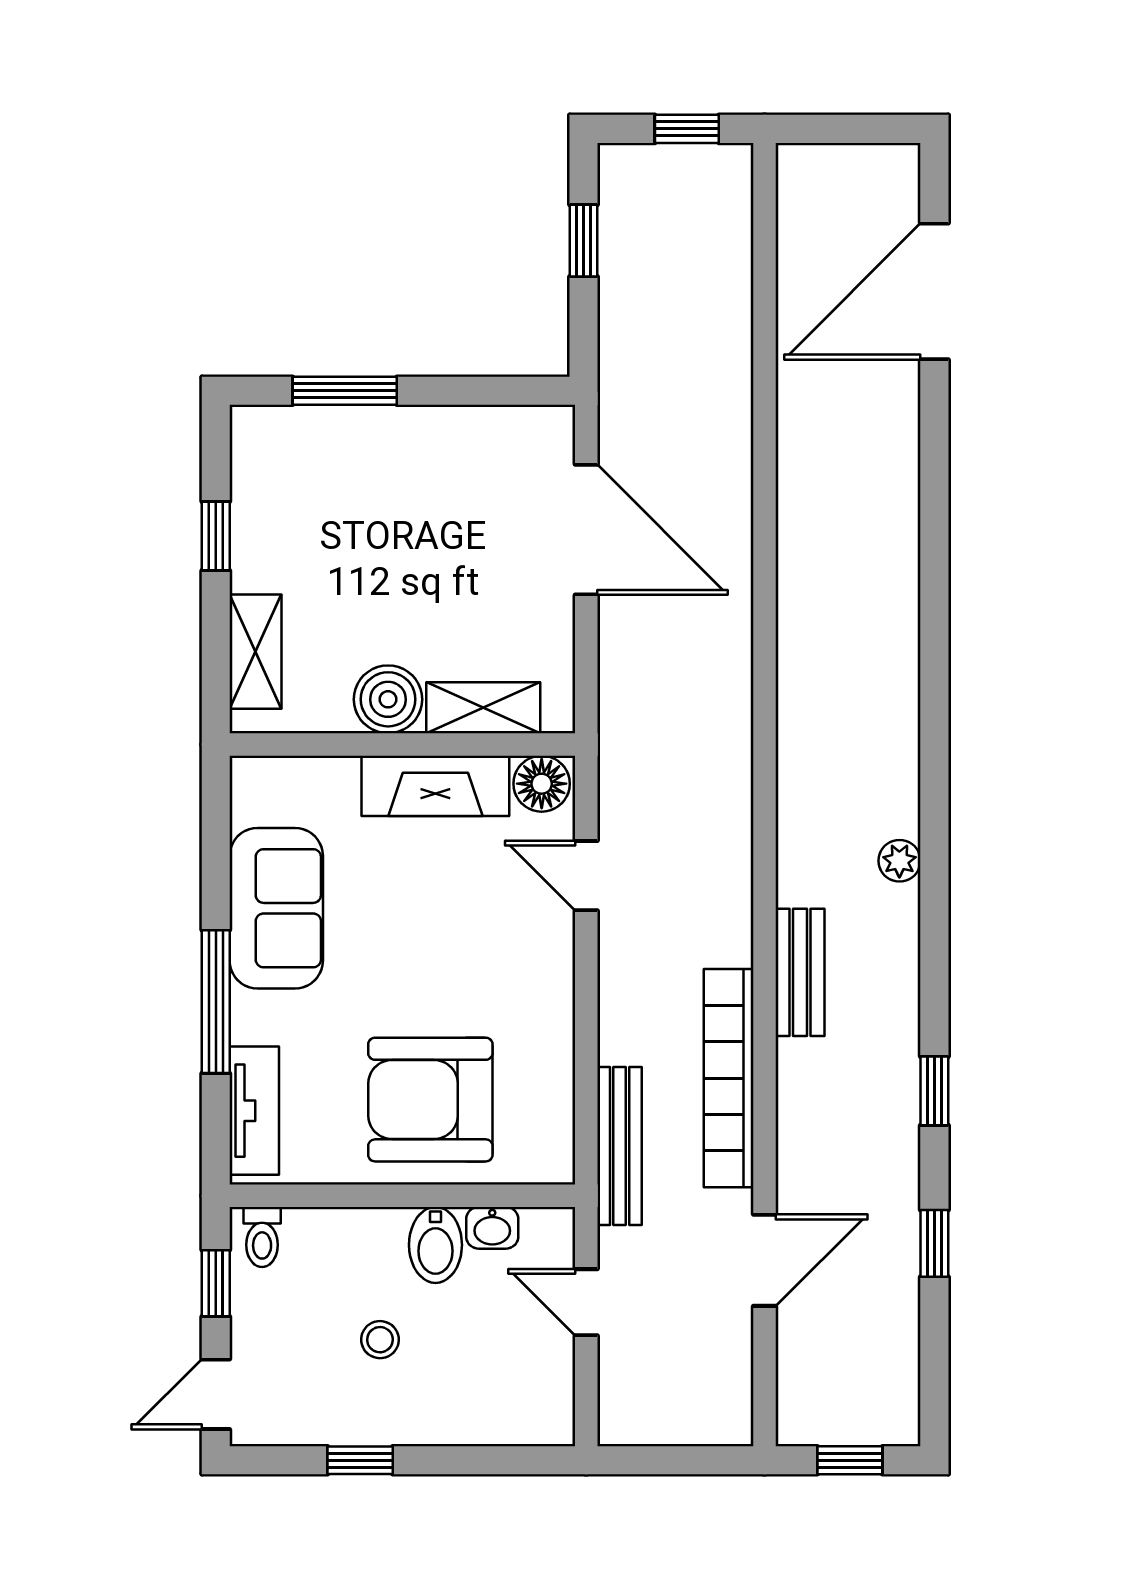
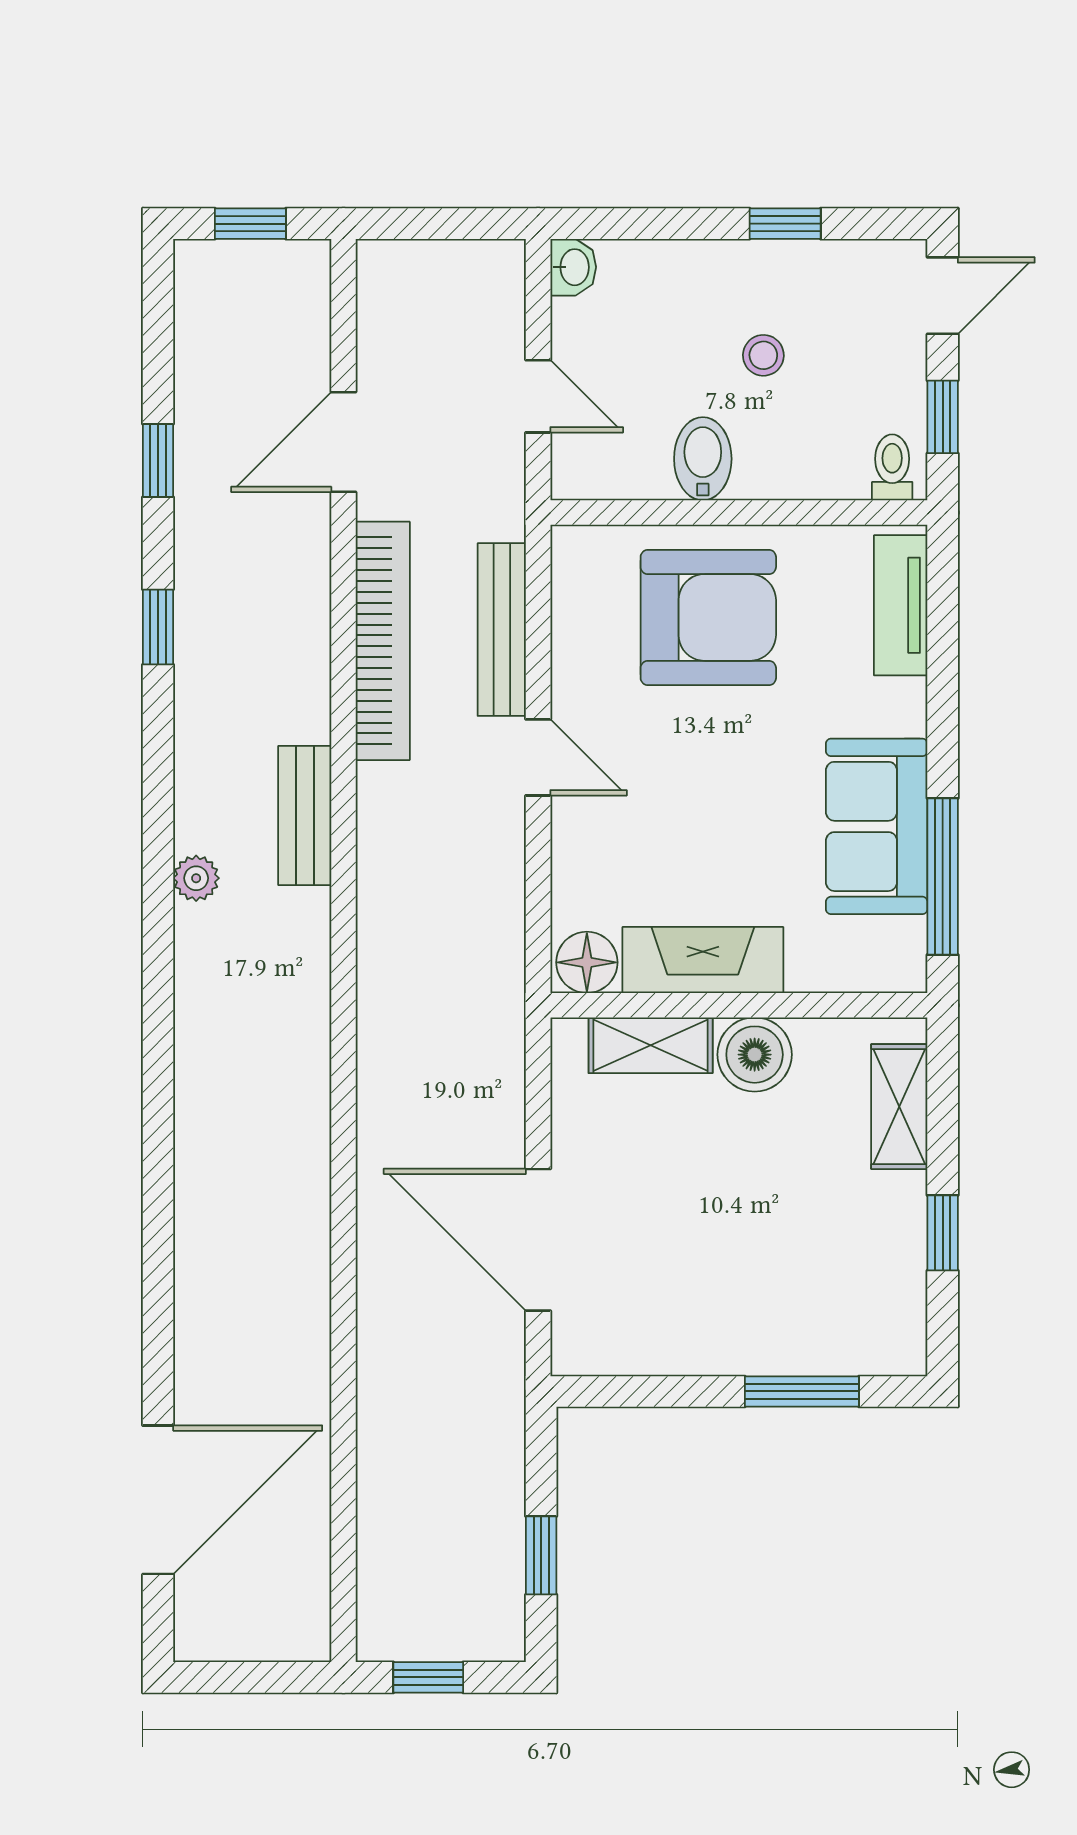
door: (586, 876) -> (538, 757), moved
bench: (800, 972) -> (305, 816), moved
window: (216, 1002) -> (943, 876), moved
bench: (620, 1146) -> (502, 630), moved
washbasin: (492, 1228) -> (573, 267), moved, turned 90

